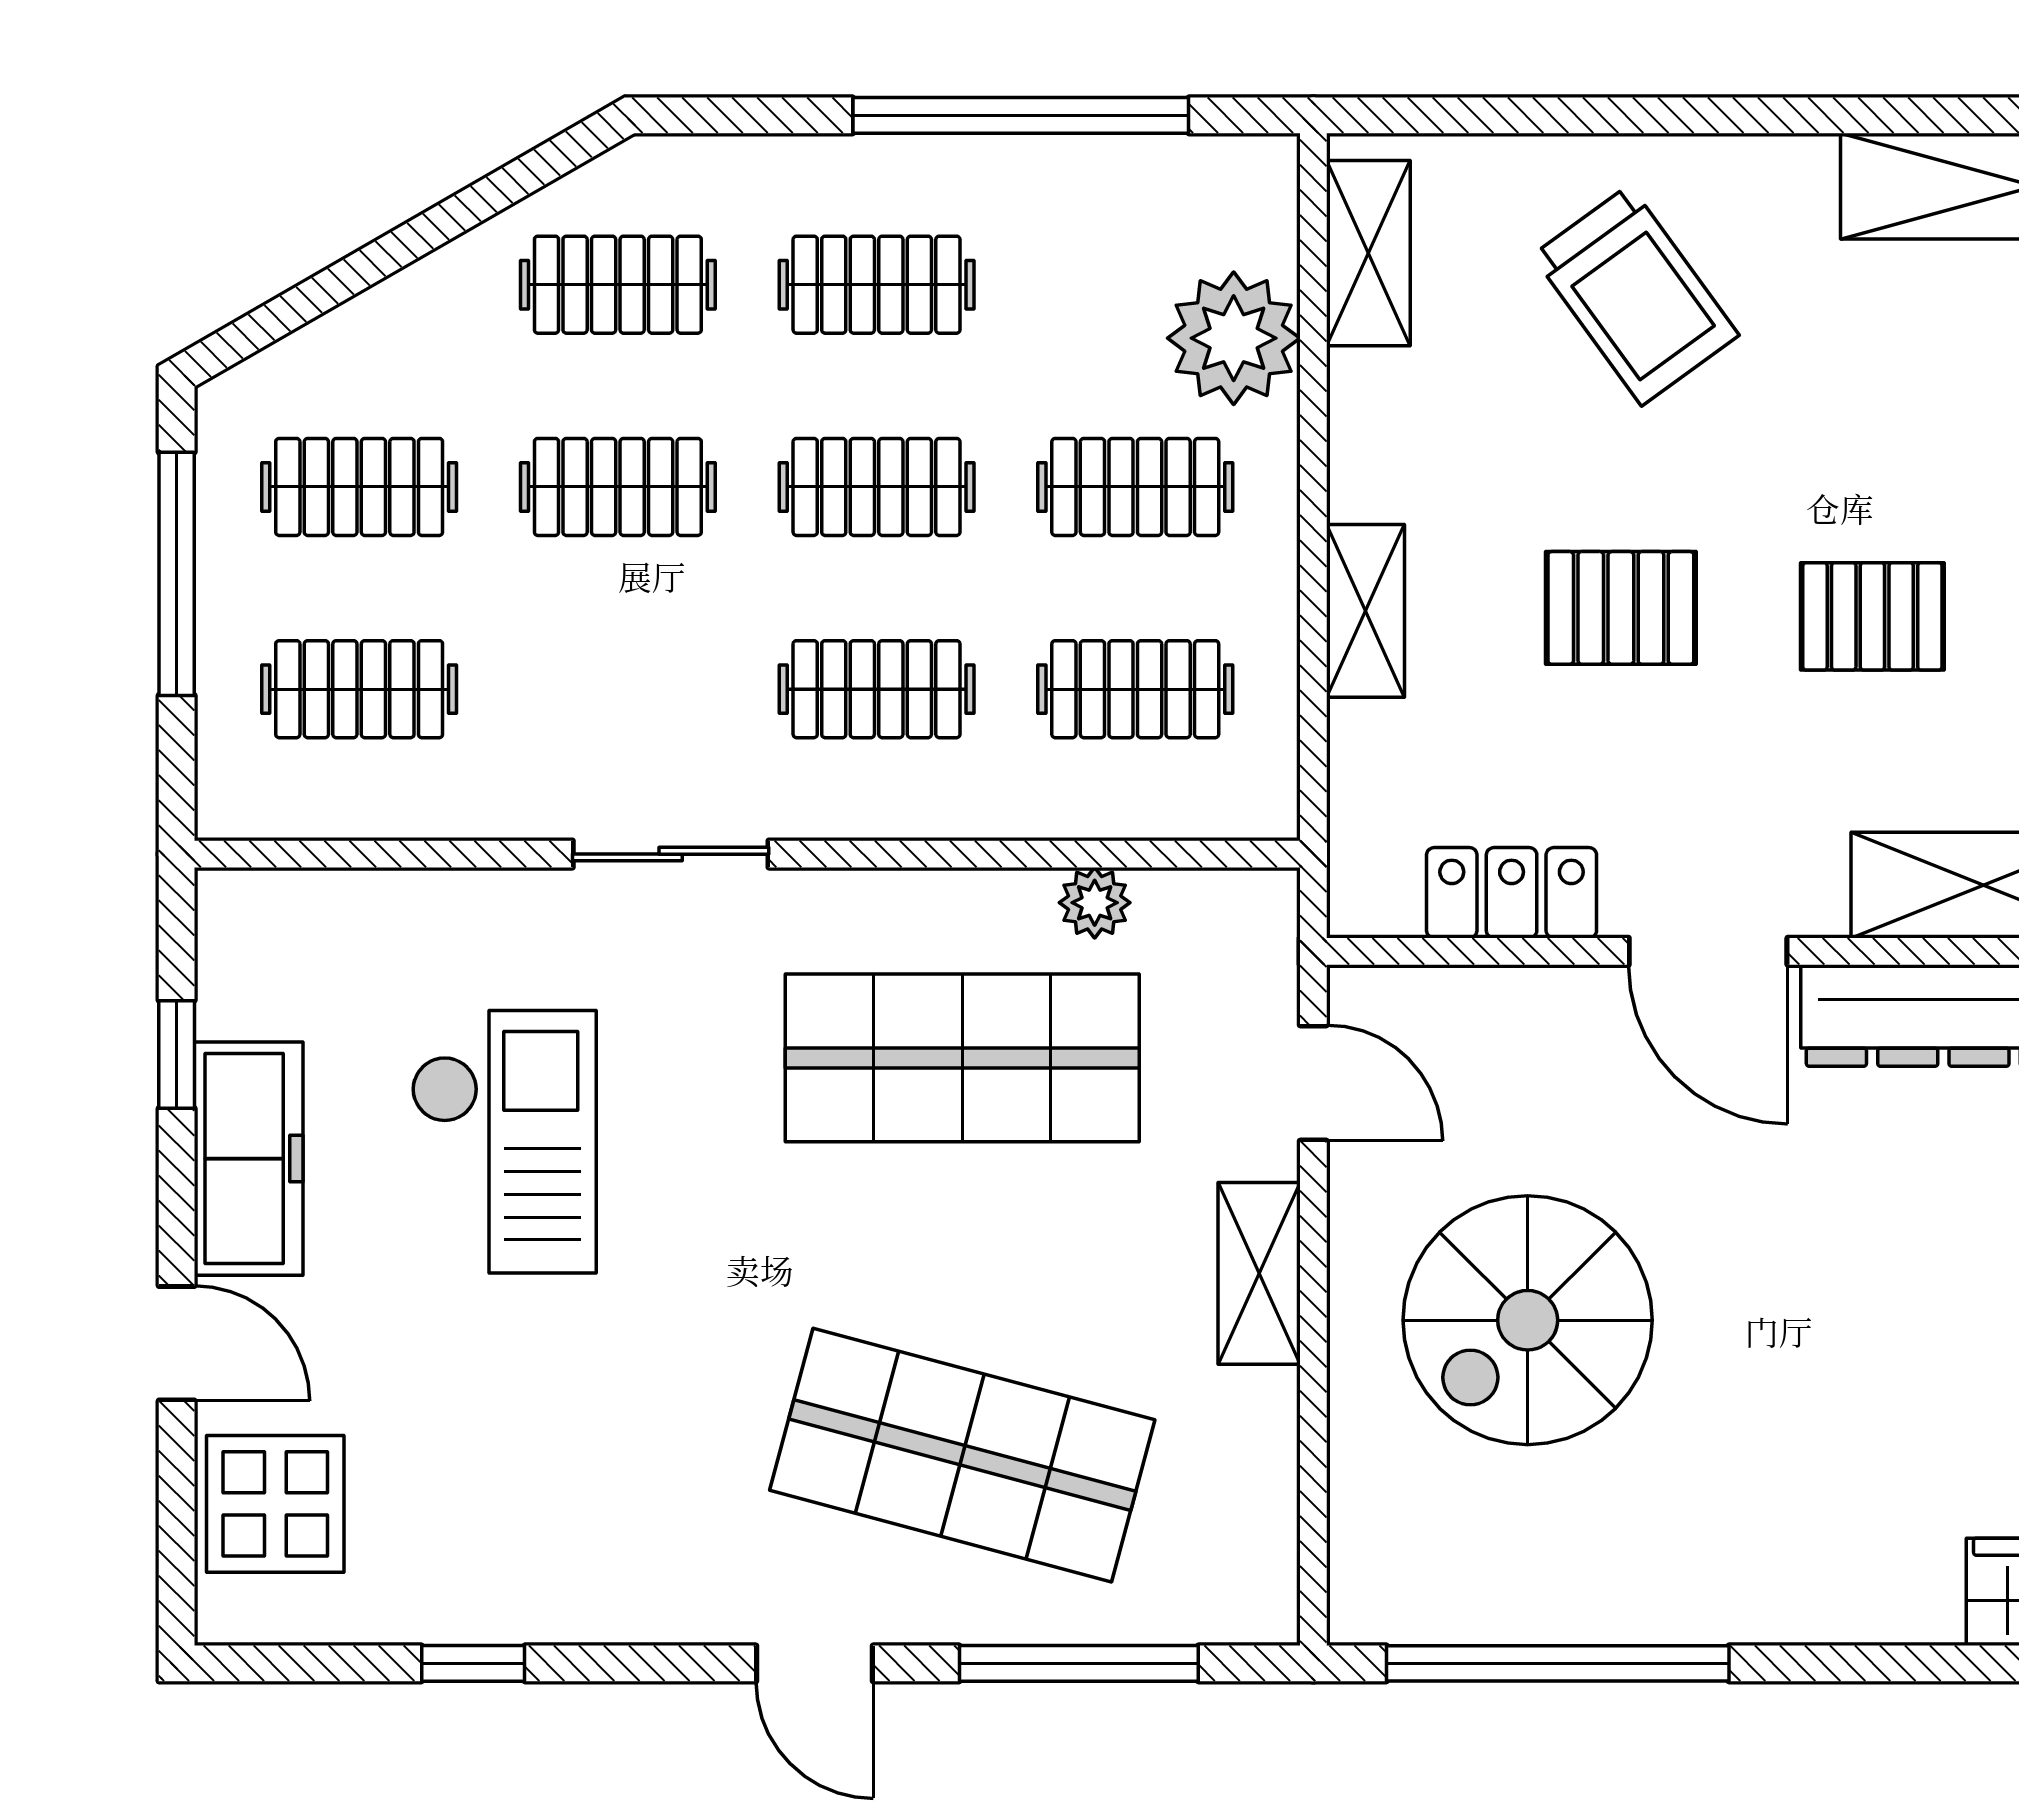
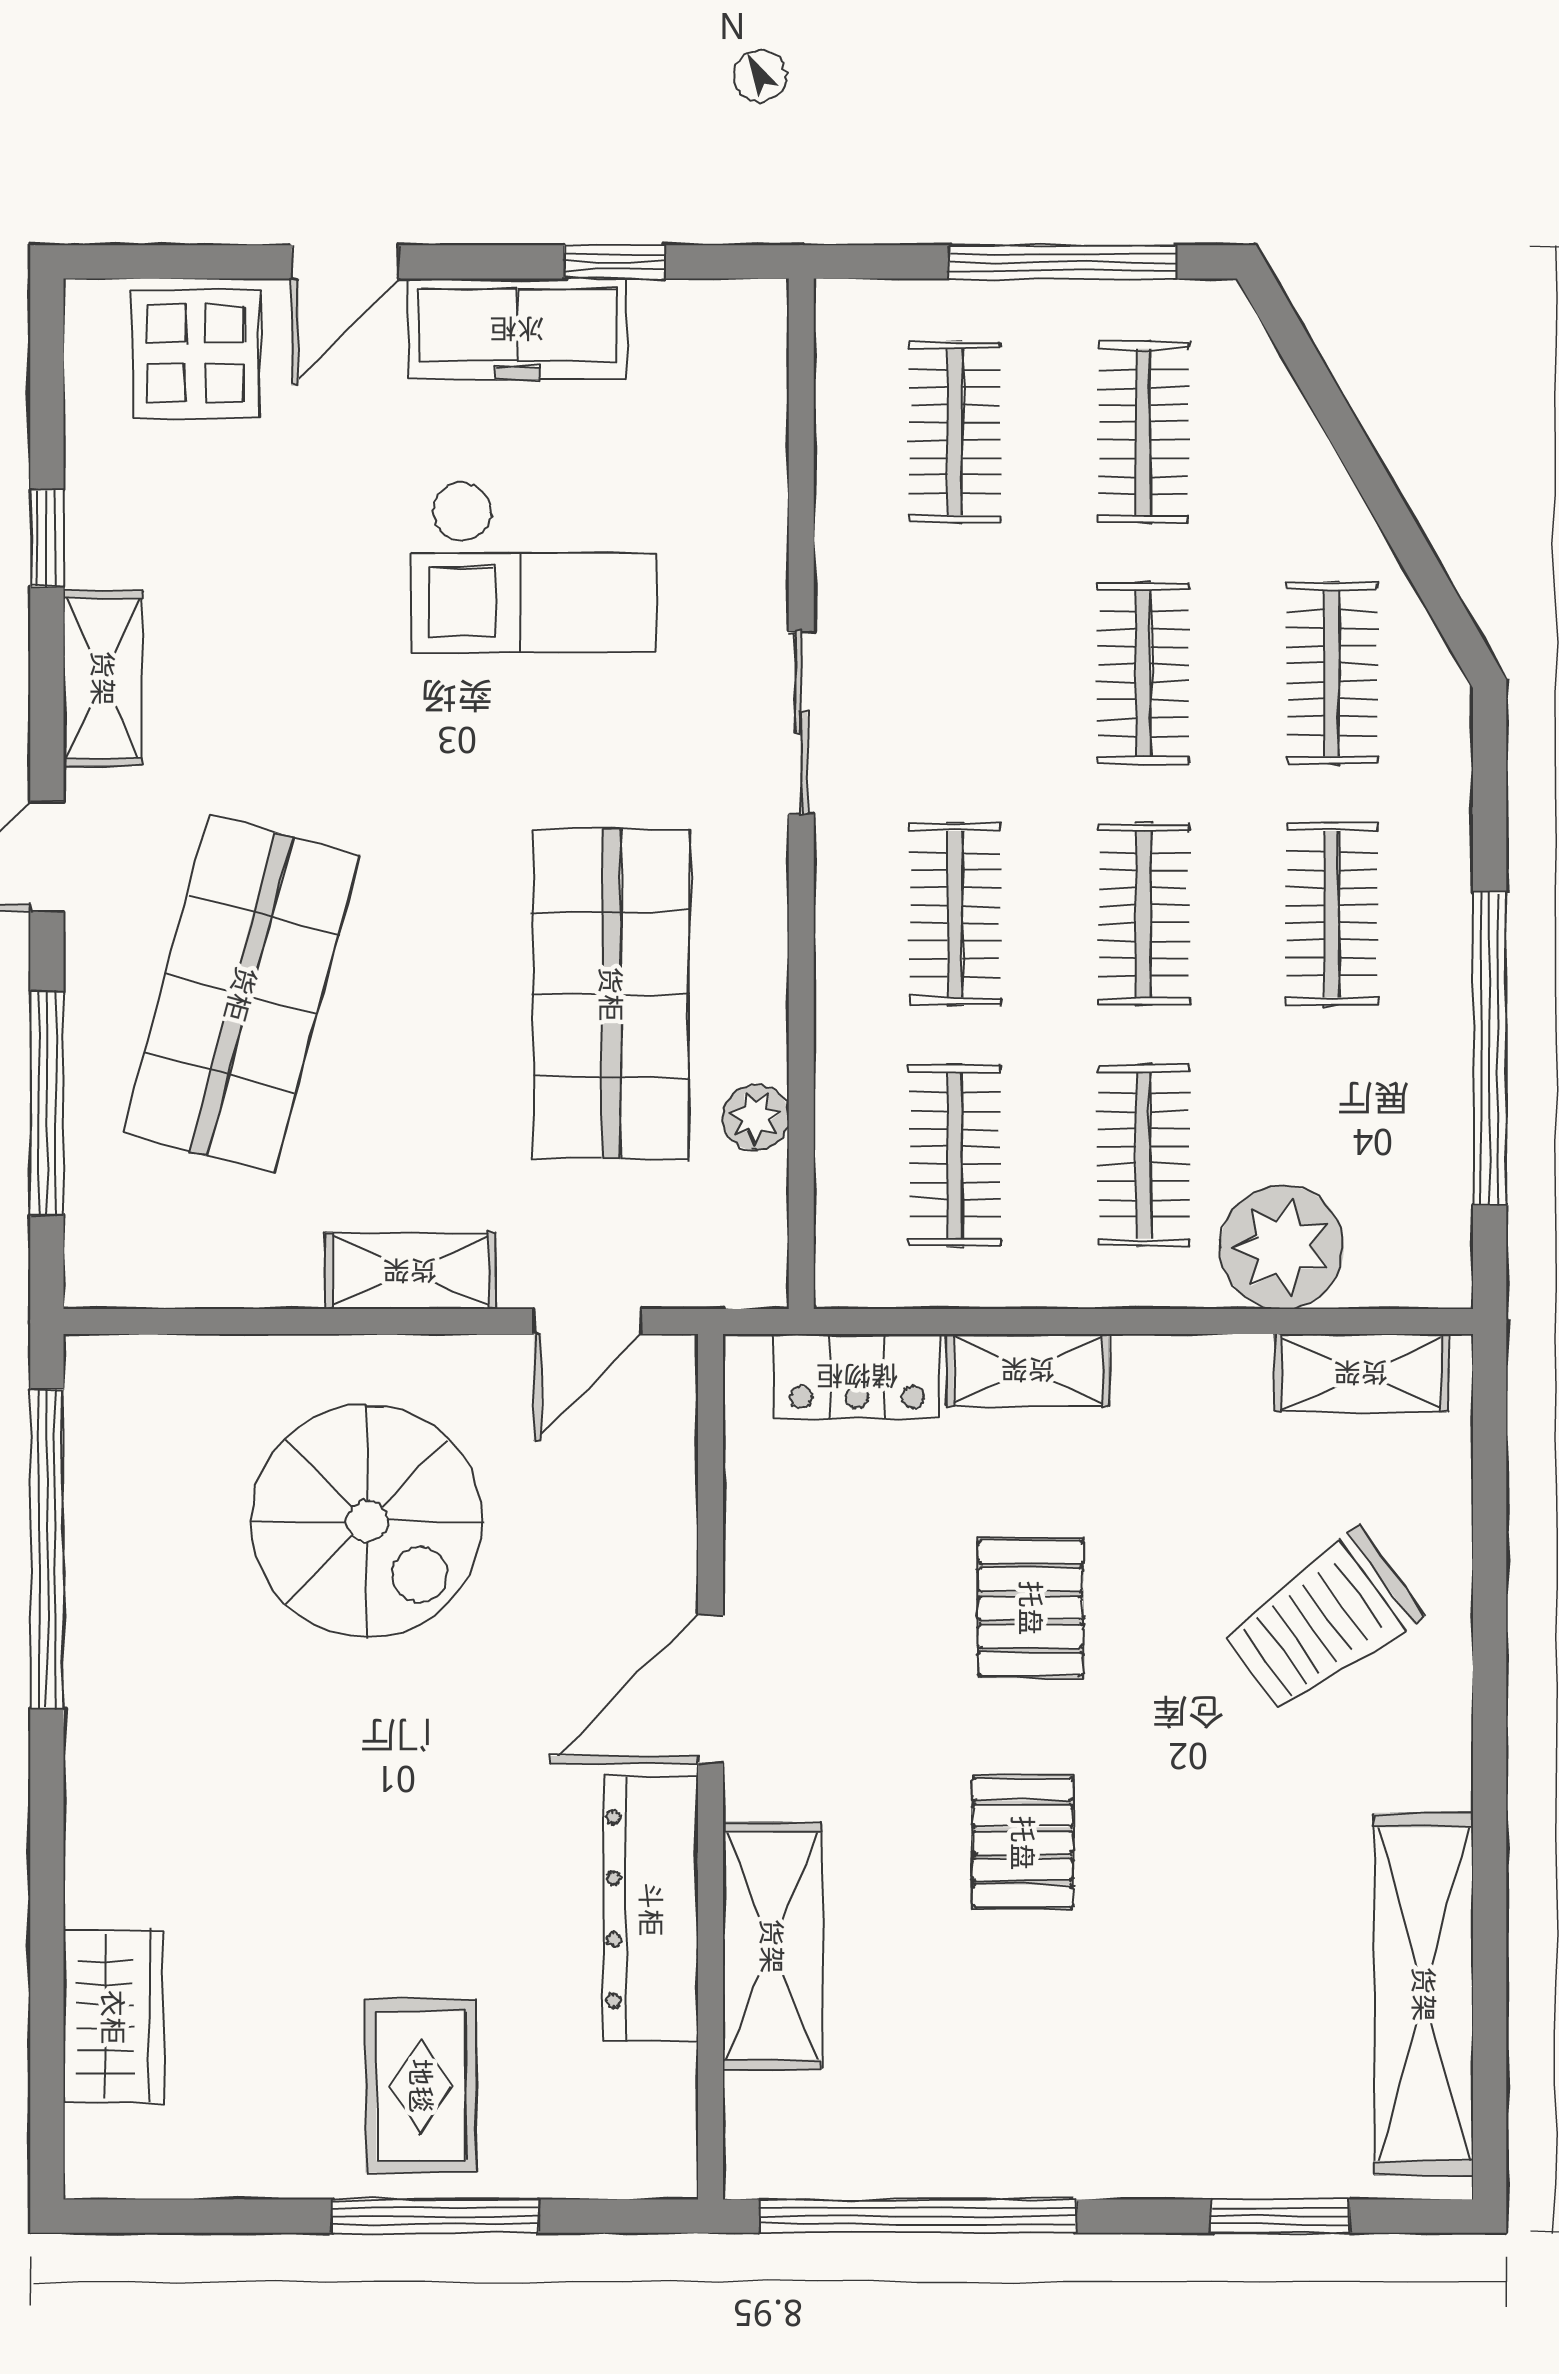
locker: (1512, 893) -> (857, 1376), moved, turned 90
spiral stairs: (1528, 1320) -> (367, 1521), turned 180
shelving: (623, 1604) -> (103, 678), added

